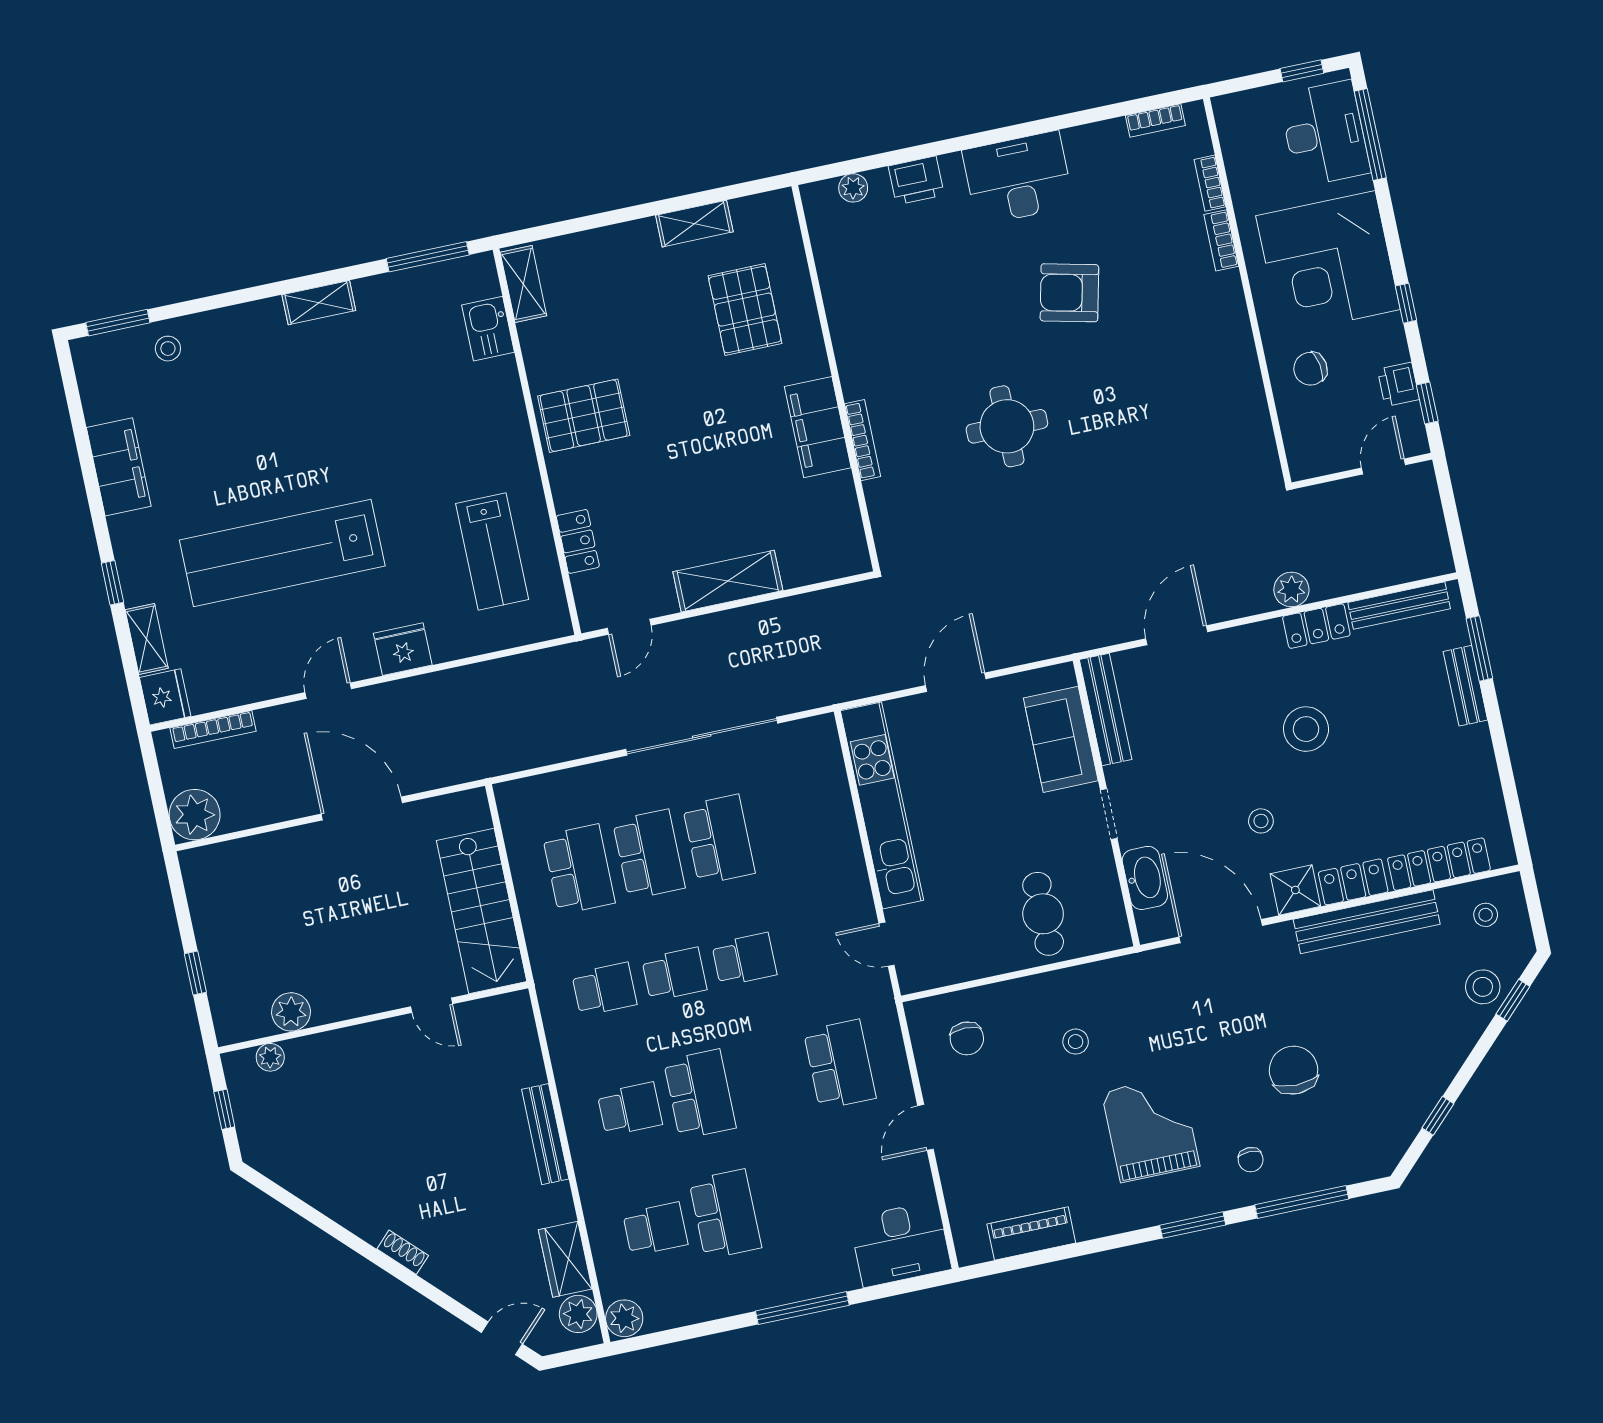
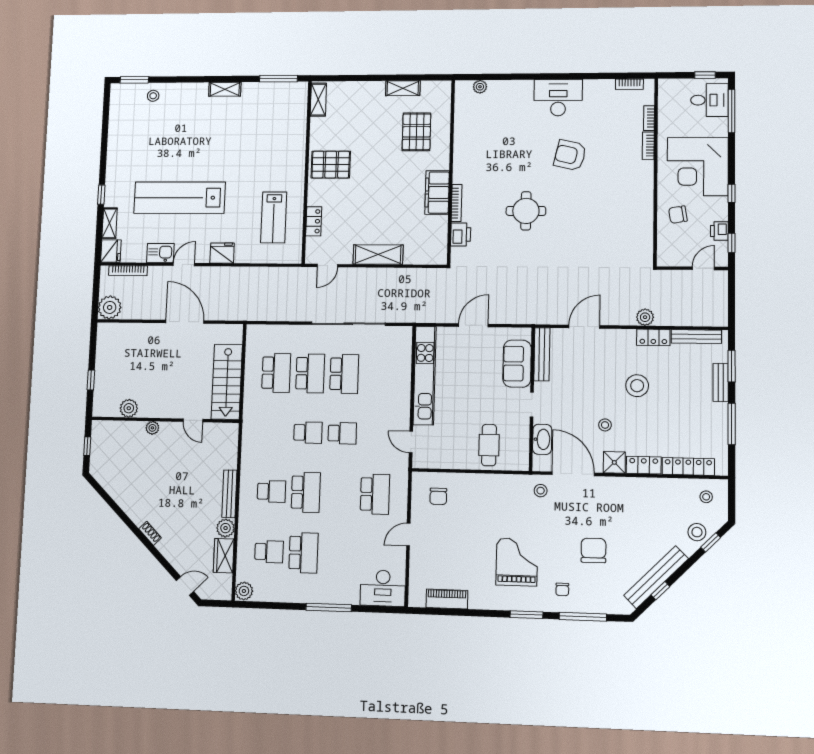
desk: (1325, 134) -> (709, 100), width x0.73
printer: (916, 180) -> (461, 234), moved, turned -90
kitchen sink: (488, 329) -> (160, 253), moved, turned 90
filing cabinet: (119, 467) -> (118, 144), removed
window: (1504, 762) -> (732, 424), added
bench: (1367, 922) -> (656, 577), moved, turned -45
school desk: (604, 989) -> (274, 432), removed
stool: (1076, 1042) -> (541, 491), moved
plant: (270, 1057) -> (152, 428), moved
plant: (578, 1314) -> (226, 528), moved

